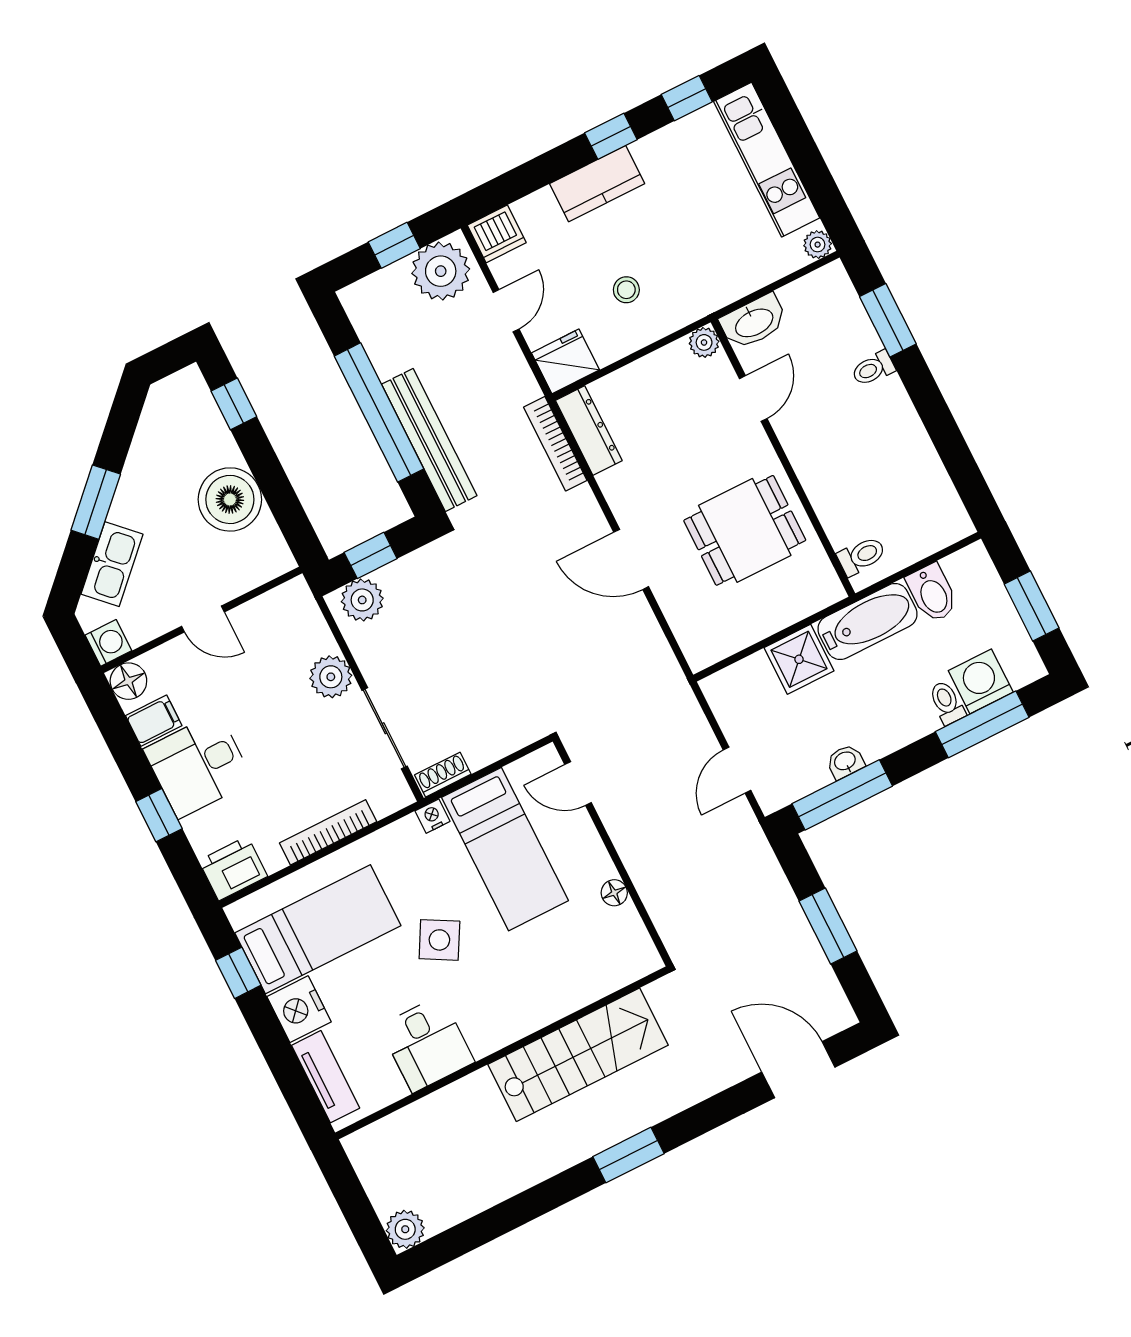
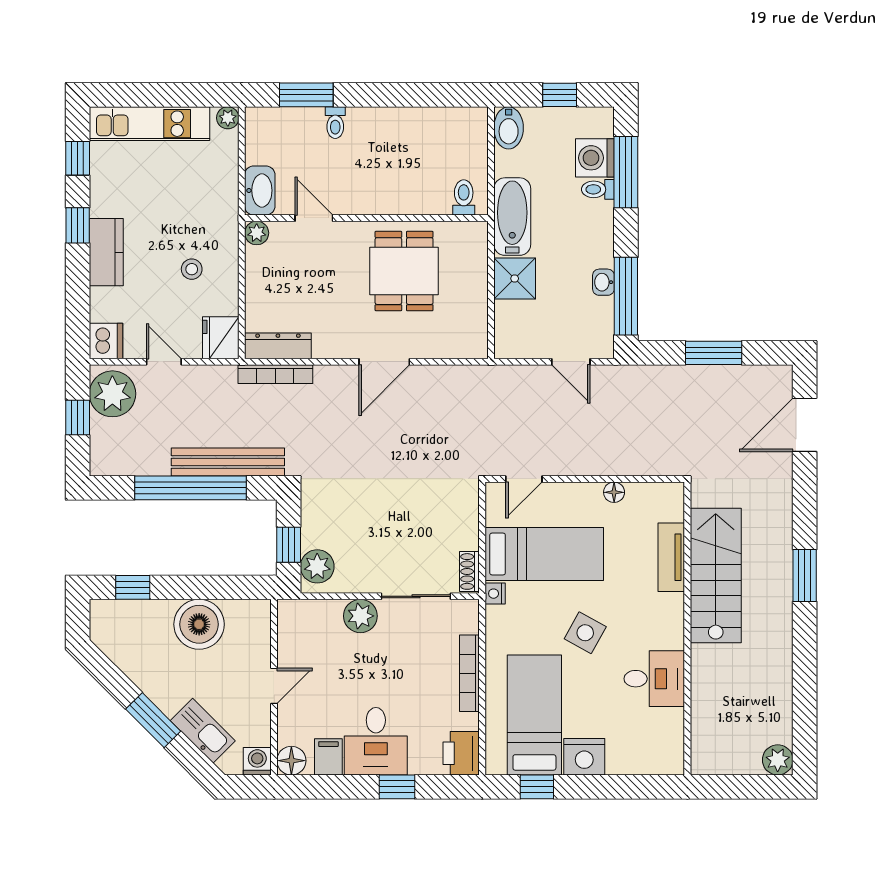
bidet: (932, 593) -> (509, 128), moved, turned 90
window: (1032, 606) -> (560, 95), width x0.67
tv unit: (326, 1077) -> (671, 557), moved, turned -90

